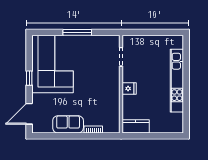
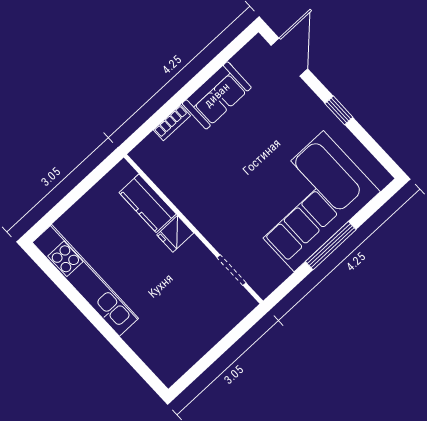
corner sofa: (52, 64) -> (309, 201), moved, turned 90
kitchen unit: (177, 81) -> (85, 280), moved
kitchen counter: (136, 126) -> (148, 203), moved, turned 90

